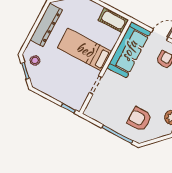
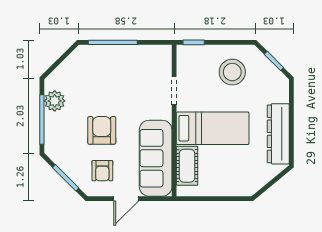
cot: (113, 20) -> (187, 166), moved, turned 90
stool: (35, 60) -> (232, 72), moved, width x1.89, depth x1.89
armchair: (139, 119) -> (102, 130), moved, turned -90

